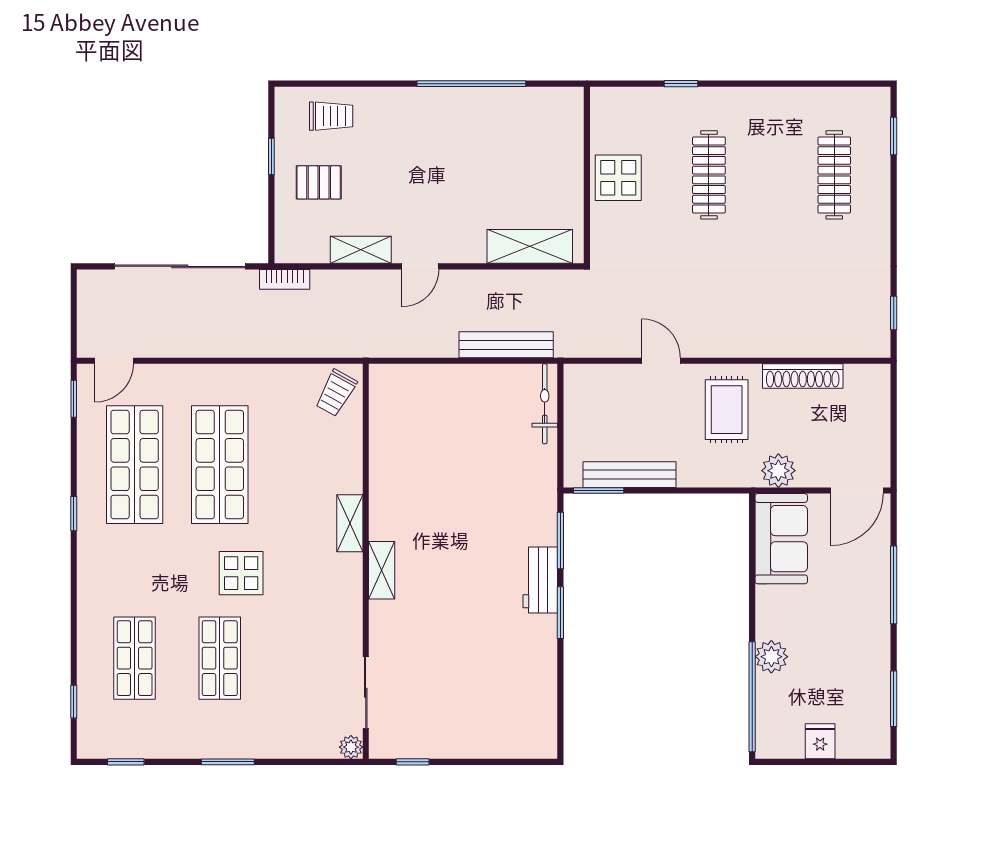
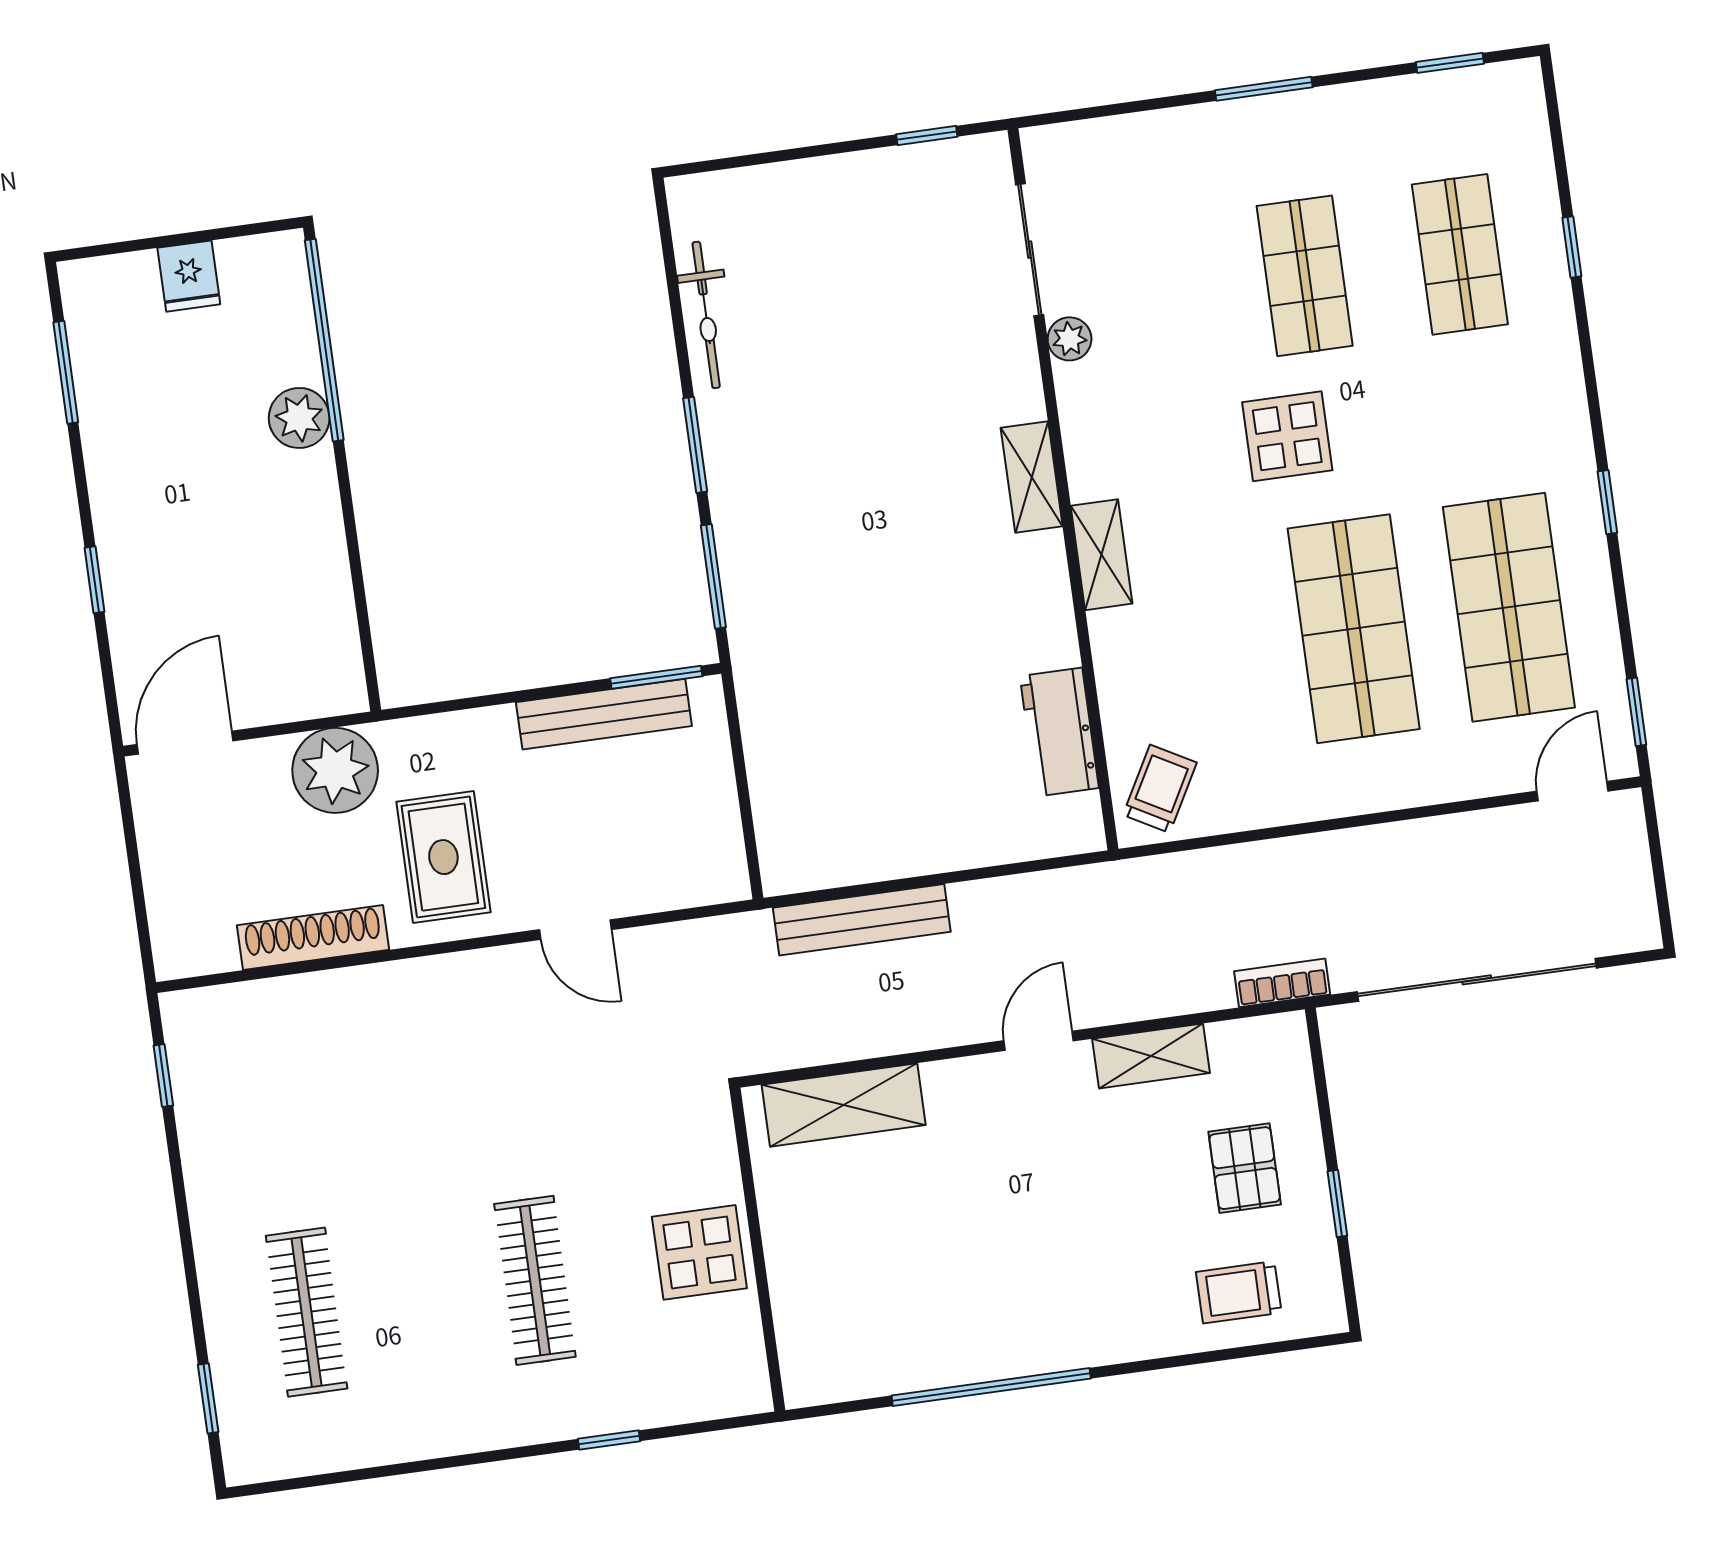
pallet: (319, 182) -> (1245, 1168), turned 90
bicycle: (545, 404) -> (706, 315), moved
plant: (778, 471) -> (335, 770), width x1.36, depth x1.36
sofa: (781, 539) -> (311, 636), removed
workbench: (540, 580) -> (1059, 732), moved, turned 180
window: (894, 585) -> (95, 580), width x0.46
window: (74, 702) -> (1572, 247), moved
plant: (351, 747) -> (1070, 339), moved

